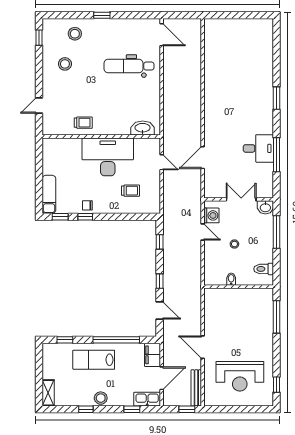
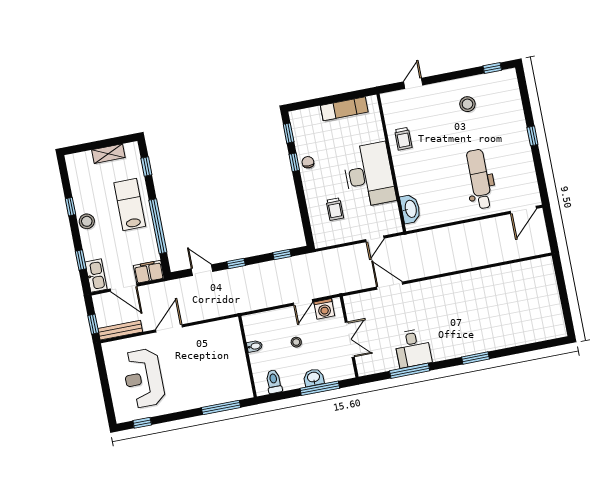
stool: (75, 34) -> (505, 109), removed
door: (39, 106) -> (413, 83), hinge flipped
exam couch: (49, 194) -> (344, 109), moved
washbasin: (265, 207) -> (314, 378), moved, turned 90
door: (160, 310) -> (202, 270), swing flipped
shelving: (48, 393) -> (108, 154), moved

